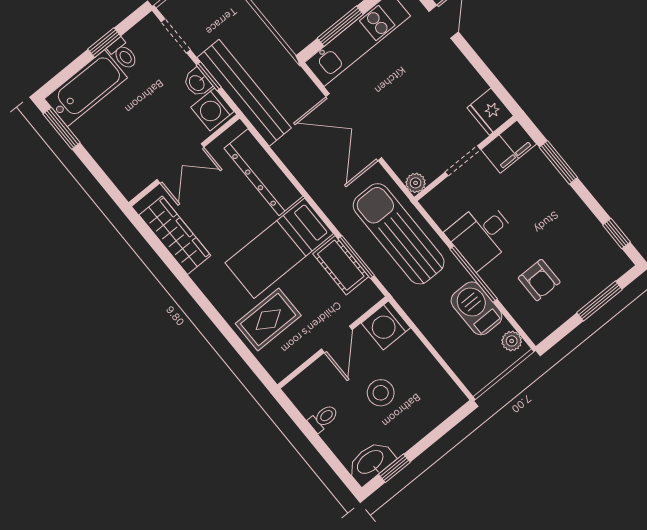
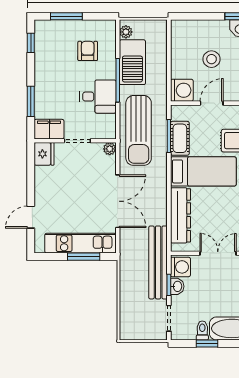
barbecue: (476, 308) -> (132, 62), width x1.37, depth x1.21

